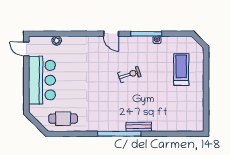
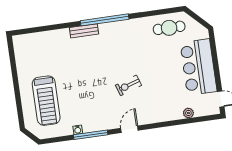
door: (111, 34) -> (129, 129), hinge flipped
treadmill: (181, 70) -> (46, 101), width x1.37, depth x1.38
exercise bike: (129, 74) -> (128, 85), moved

